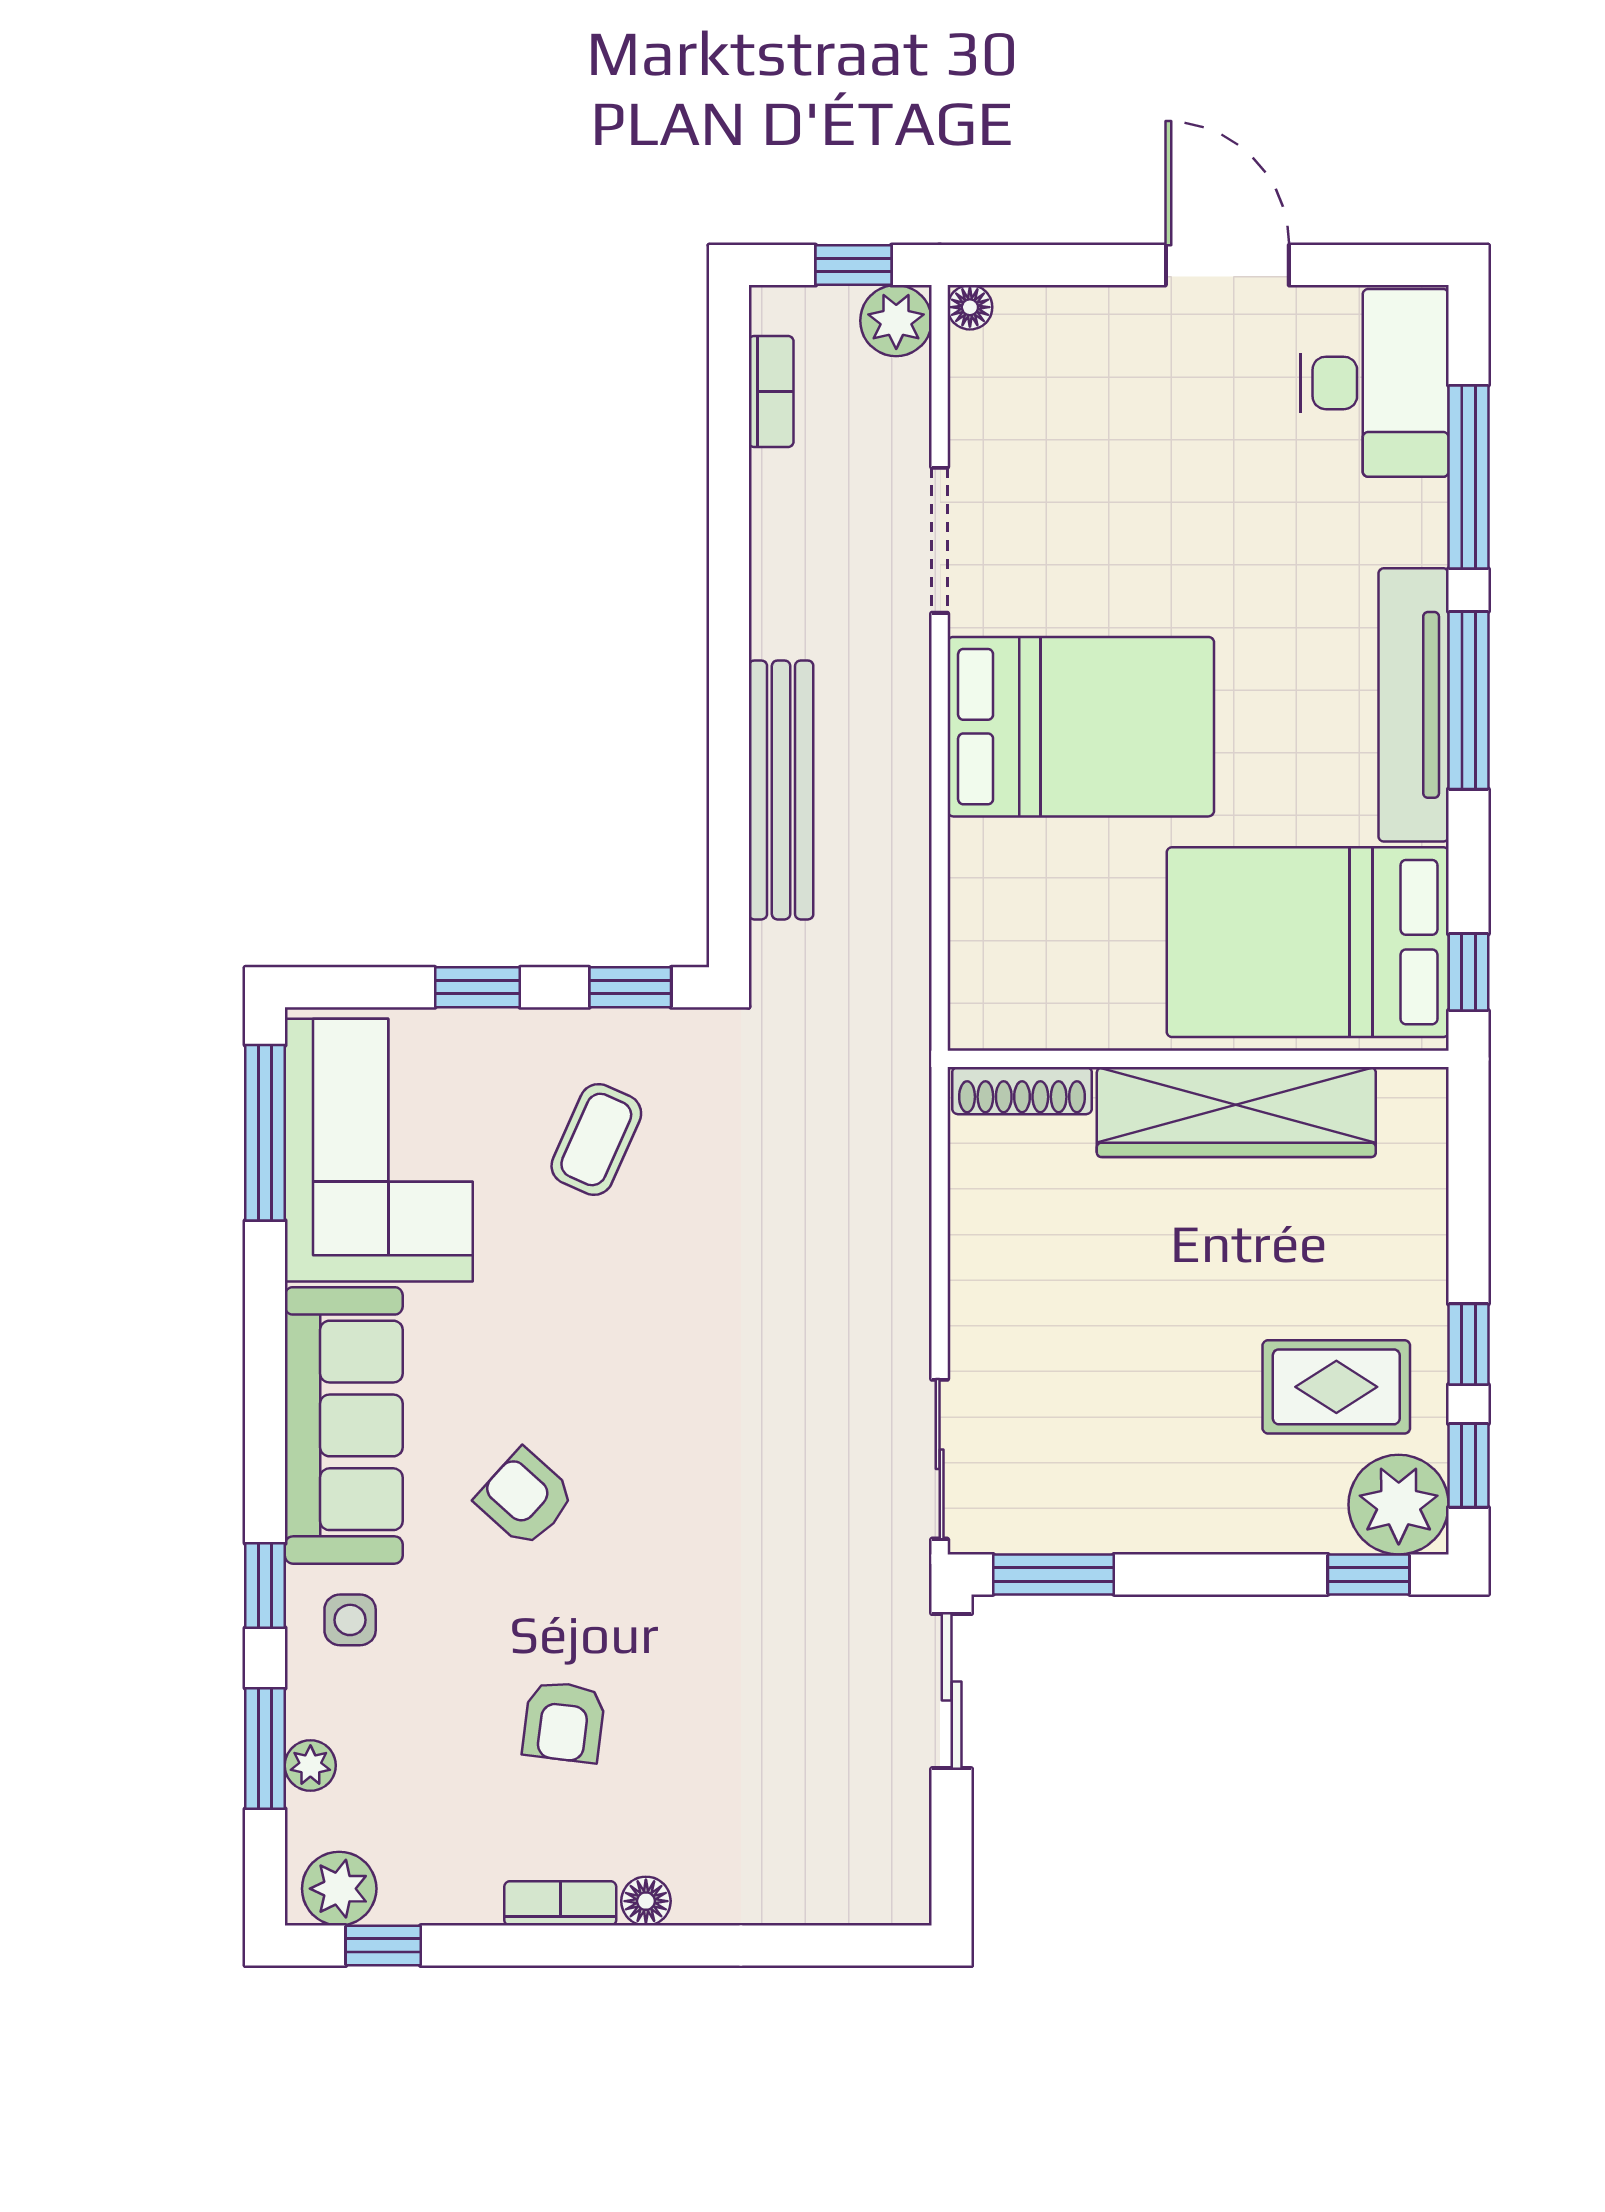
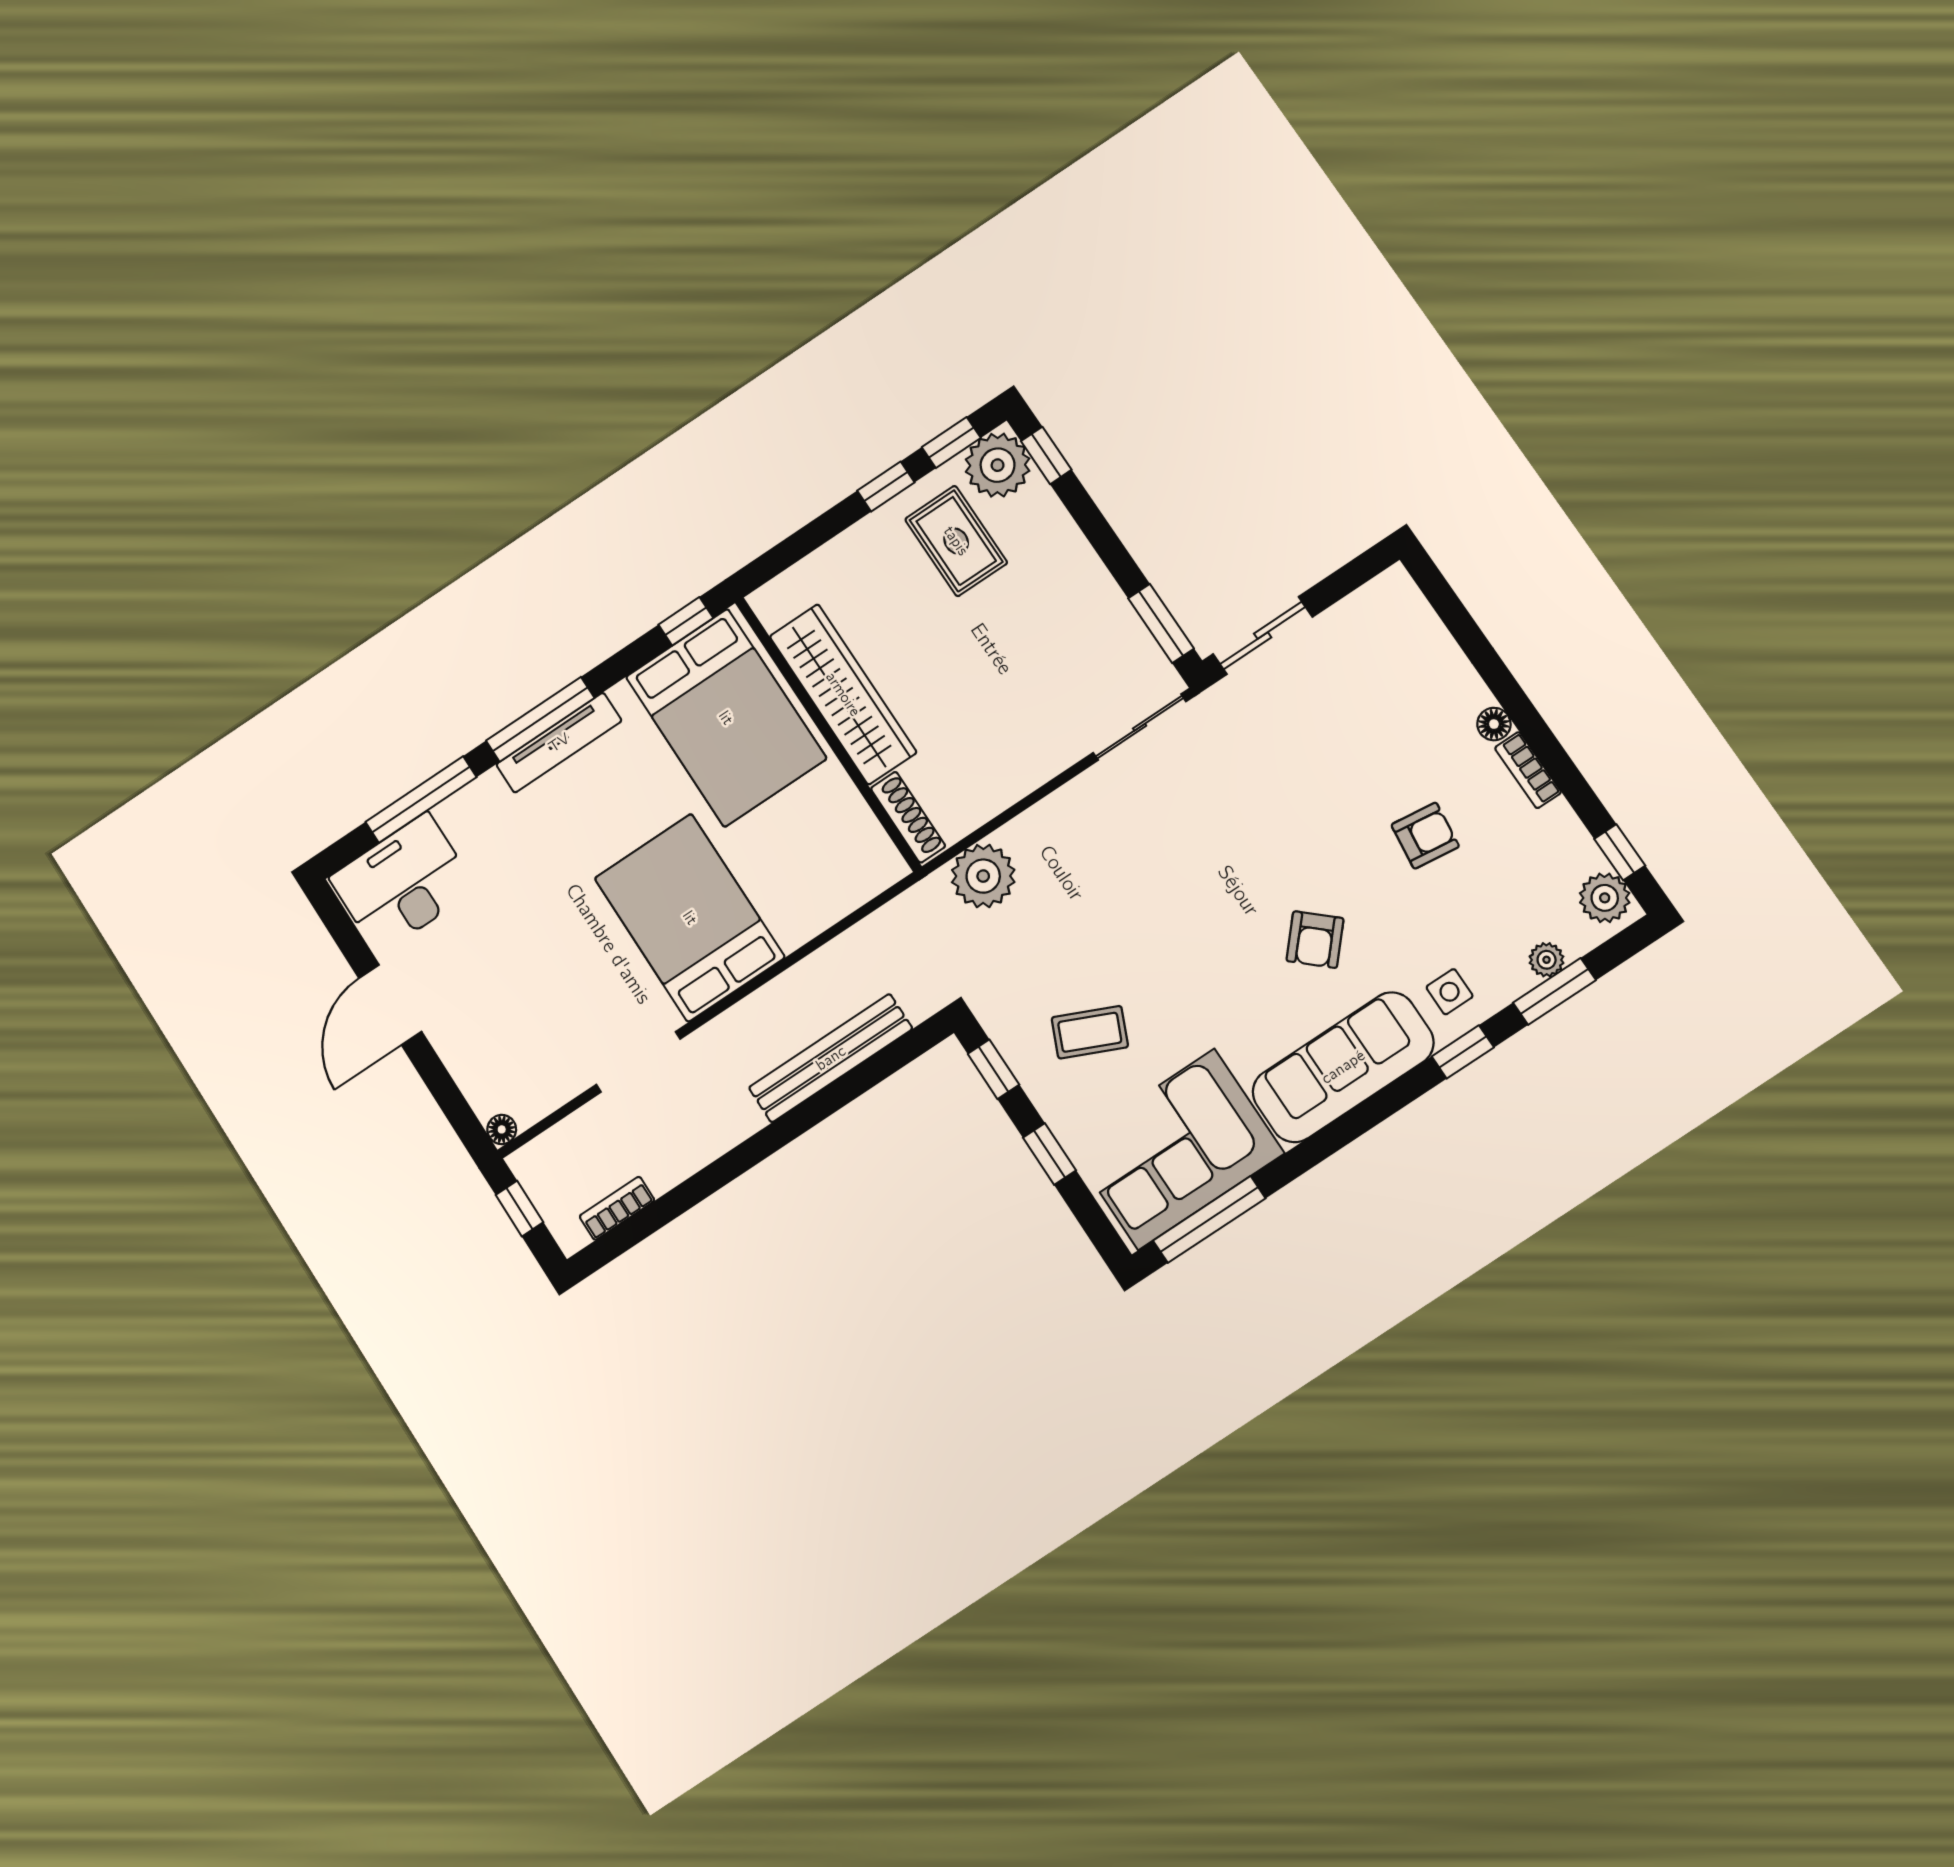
plant: (896, 321) -> (983, 876), moved, width x1.36, depth x1.36
tv unit: (1414, 705) -> (559, 743), width x0.73, depth x0.78

